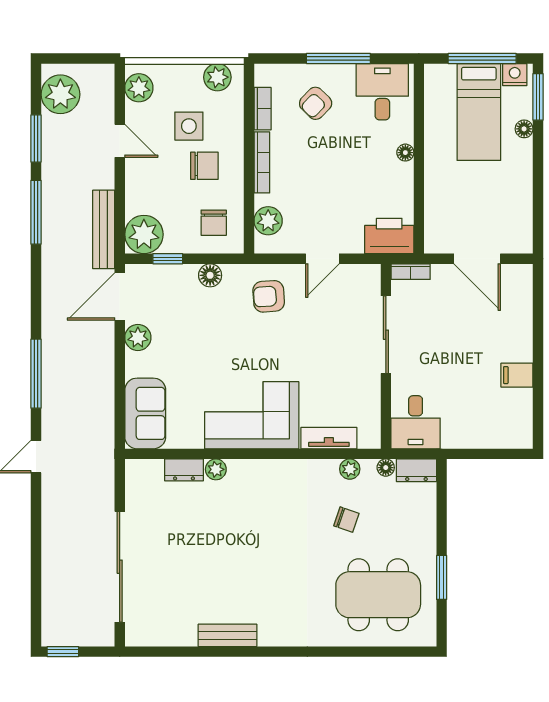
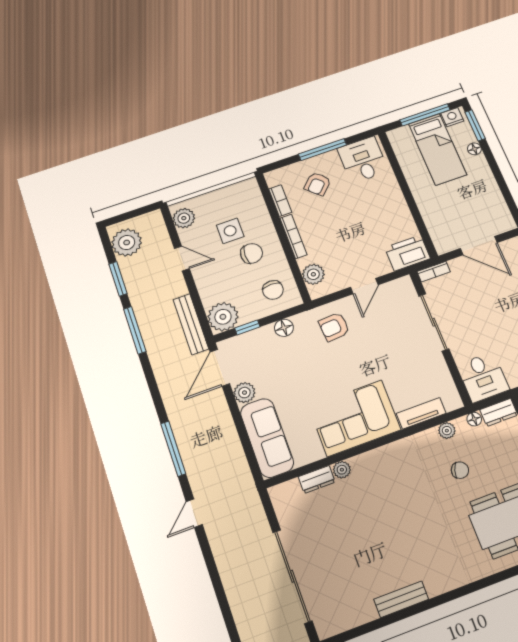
plant: (217, 77) -> (239, 191), removed
floor lamp: (405, 153) -> (396, 193), removed
sofa: (145, 413) -> (267, 438), width x1.36

